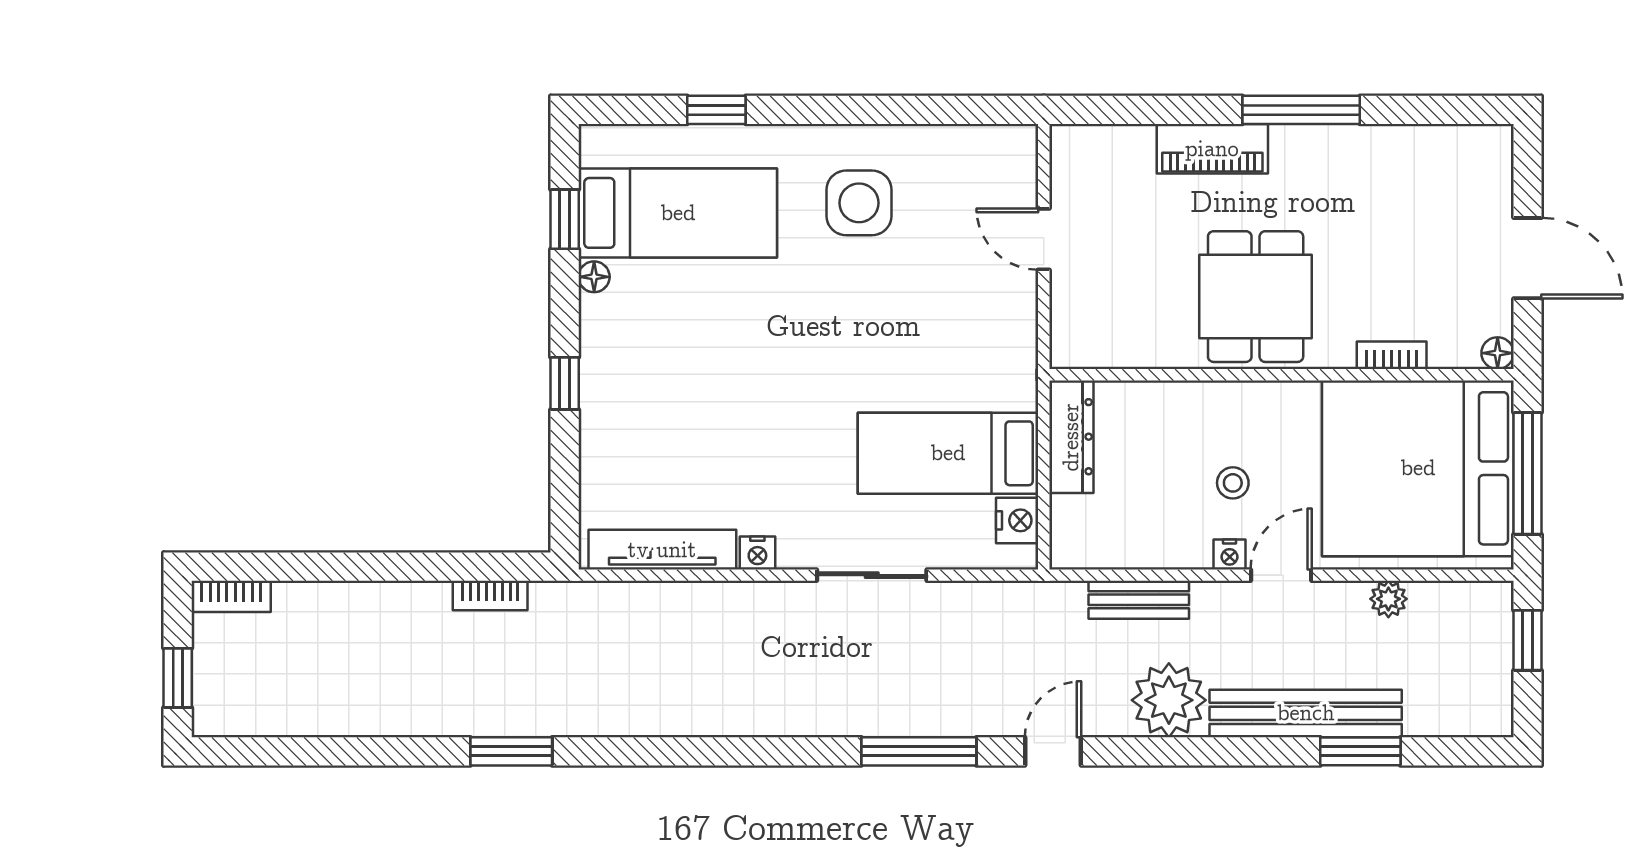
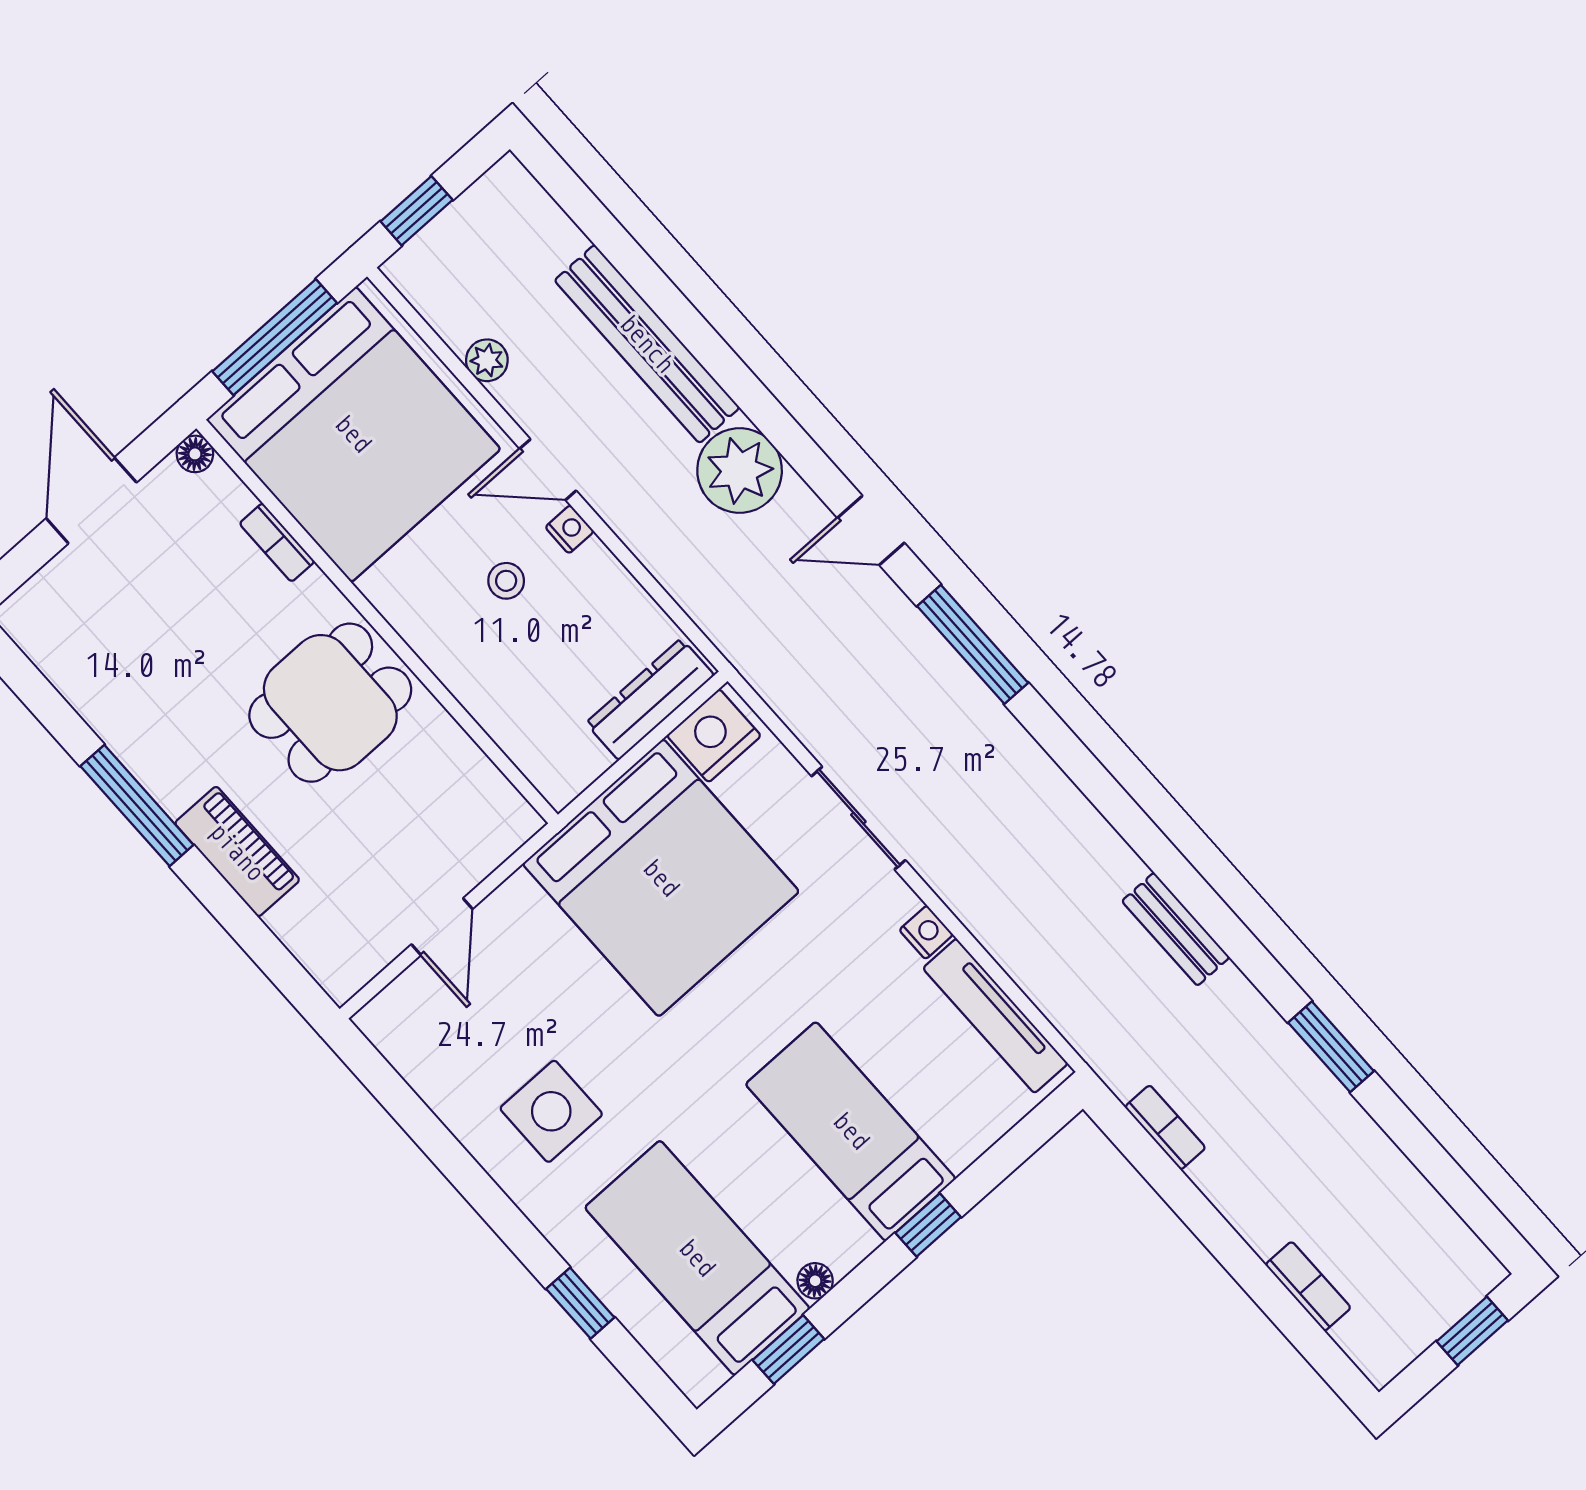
bed: (671, 387) -> (851, 1131), added
dresser: (1071, 437) -> (650, 699), moved
bed: (948, 453) -> (661, 878), width x2.04
nightstand: (1017, 520) -> (714, 736), width x1.36, depth x1.33
bookcase: (231, 596) -> (1308, 1286), moved
bench: (1139, 600) -> (1176, 929), moved
window: (511, 751) -> (1331, 1047), moved
window: (1360, 751) -> (638, 269), removed

